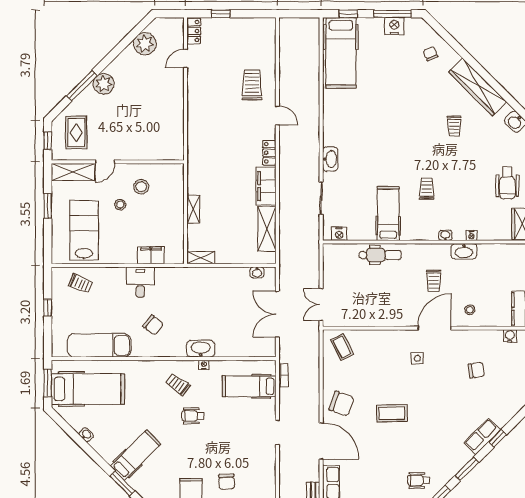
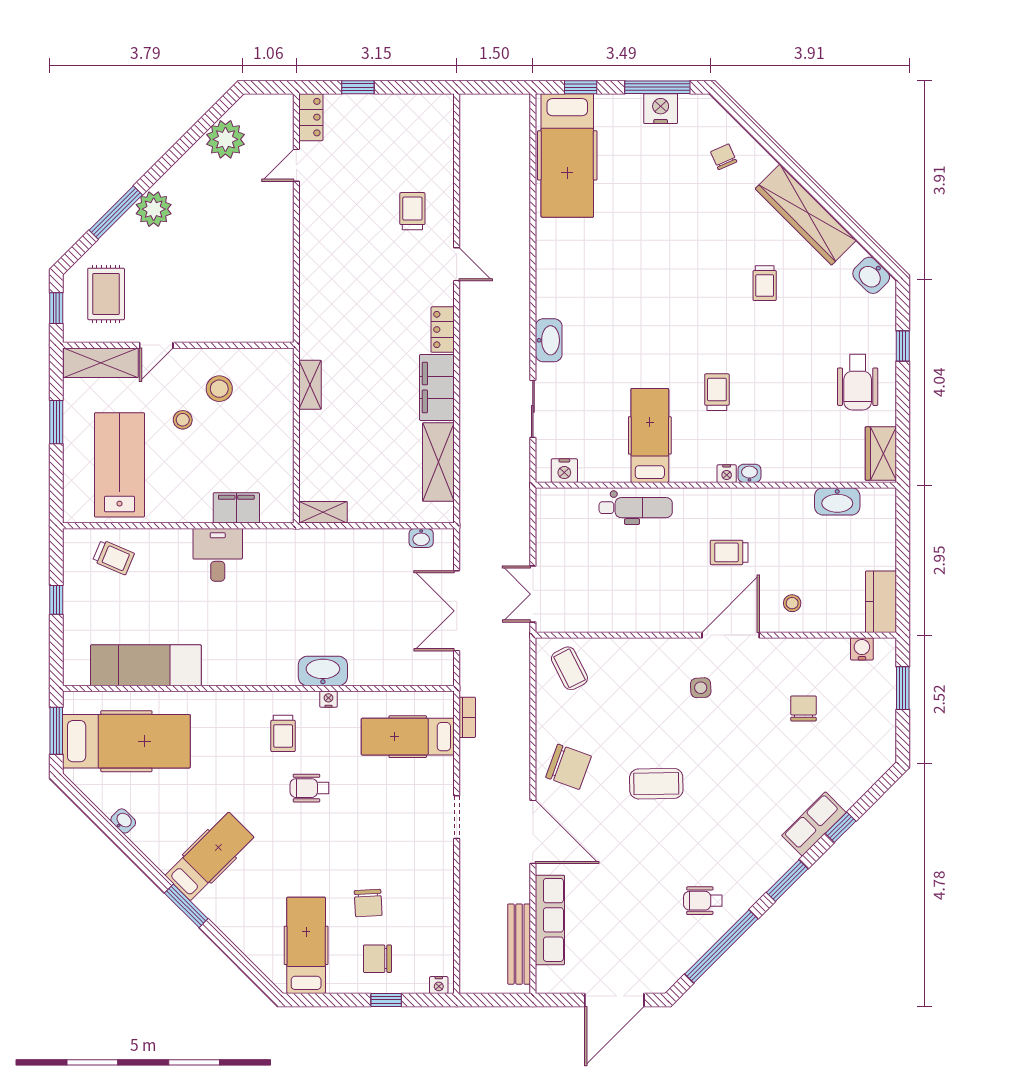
trolley: (252, 85) -> (412, 211), width x0.73, depth x0.72
shelving: (193, 209) -> (310, 385), moved
nightstand: (471, 235) -> (727, 474), moved
washbasin: (464, 251) -> (837, 501), moved
trolley: (434, 281) -> (729, 552), turned 90
chair: (153, 325) -> (240, 630), removed
chair: (476, 370) -> (803, 708), turned -82
trolley: (178, 384) -> (283, 733), turned -126

